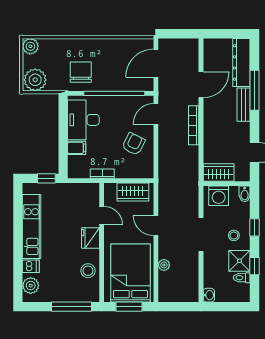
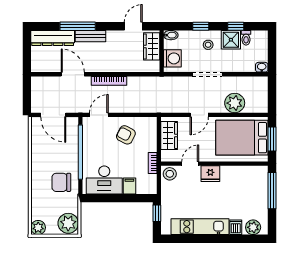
door: (156, 114) -> (99, 115), swing flipped
wardrobe: (219, 173) -> (152, 46), moved
plant: (164, 265) -> (235, 103), width x1.88, depth x1.88
stool: (88, 271) -> (170, 174), moved

